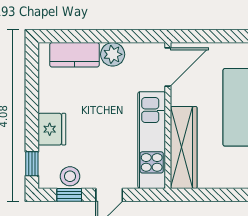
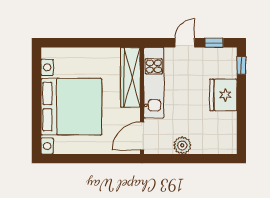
kitchen counter: (75, 55) -> (210, 145), removed
fridge: (52, 129) -> (223, 95), width x1.36, depth x1.34
stool: (70, 176) -> (213, 56), removed

